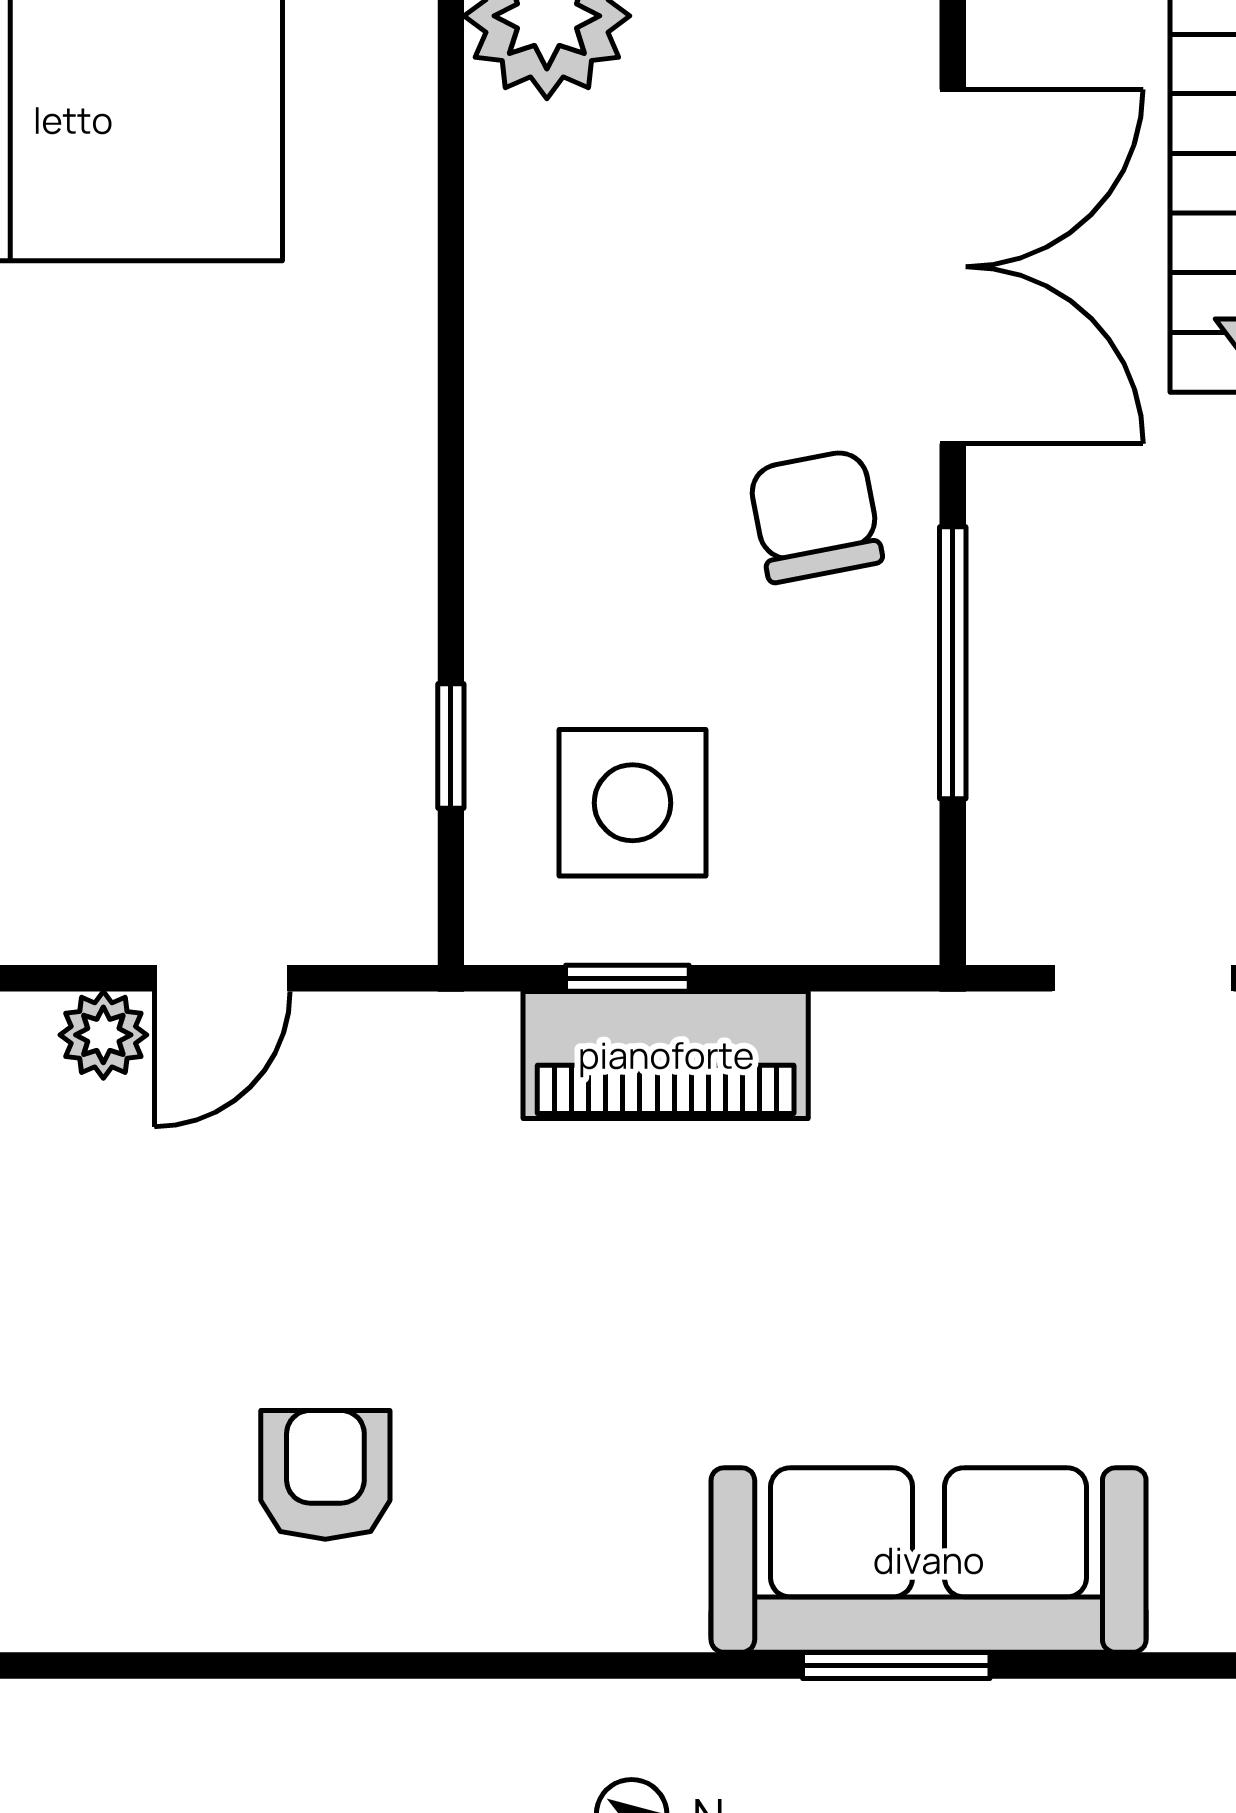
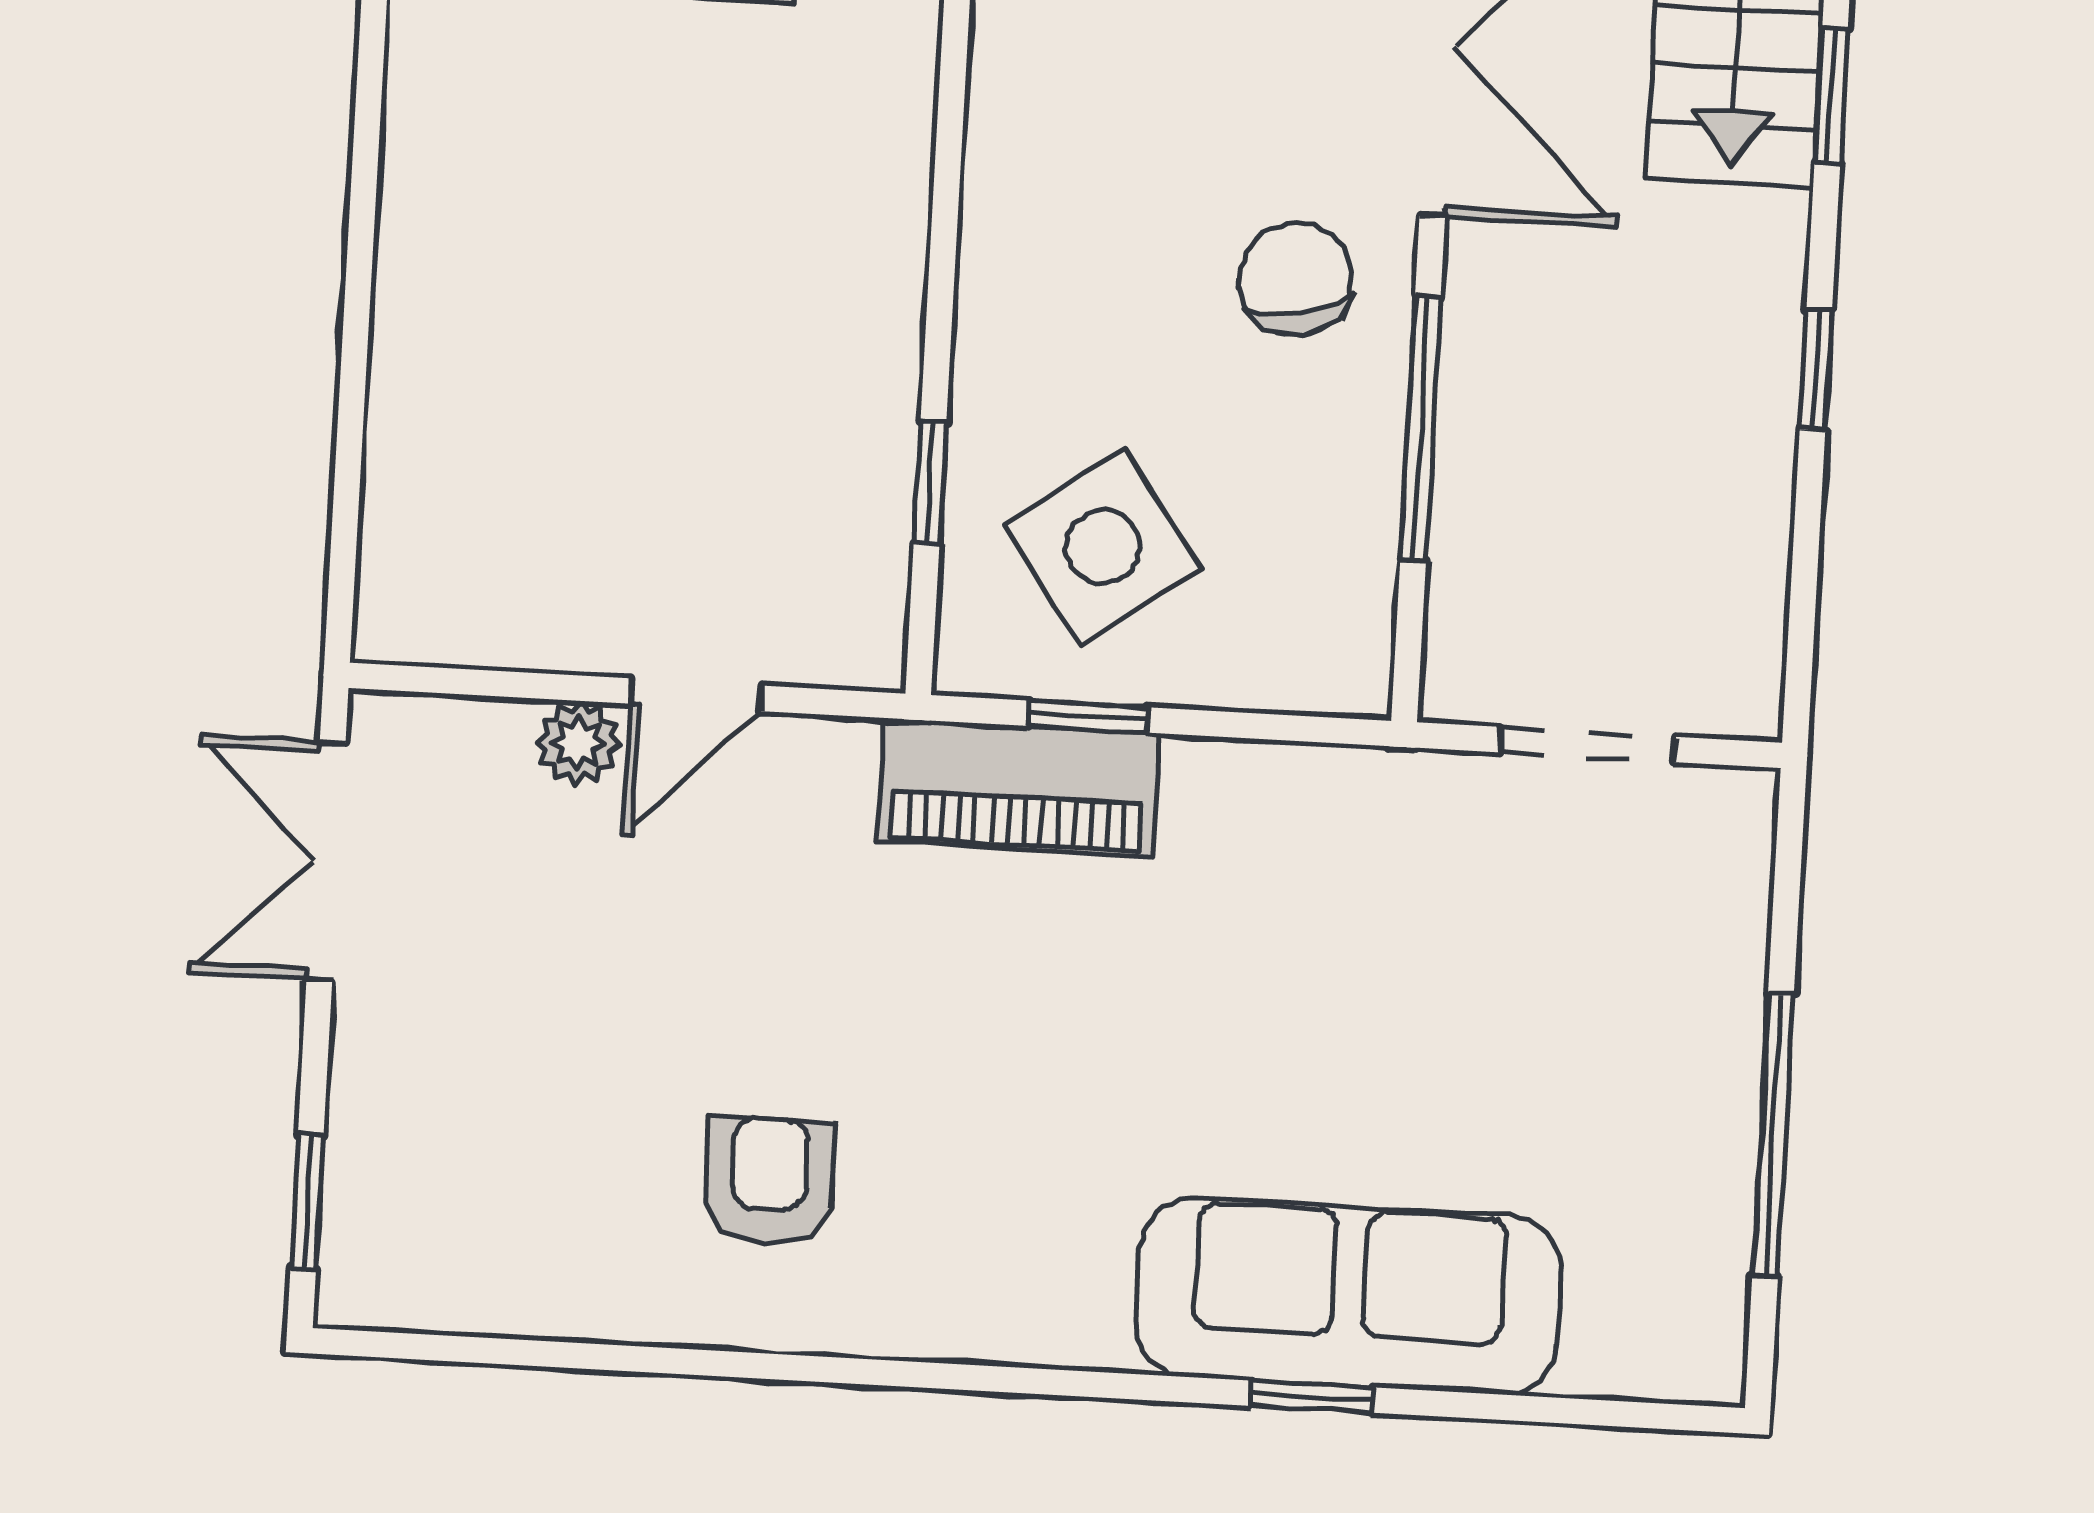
side table: (633, 803) -> (1103, 547), turned -36
piano: (666, 1055) -> (1018, 787), moved
window: (896, 1666) -> (1311, 1397), width x0.67

